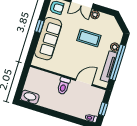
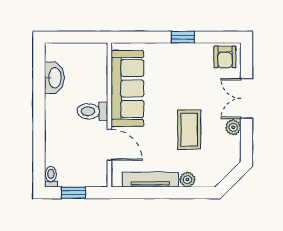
sofa: (48, 39) -> (127, 89), moved, turned -90
window: (118, 62) -> (163, 193), removed
washbasin: (30, 97) -> (54, 78), moved

